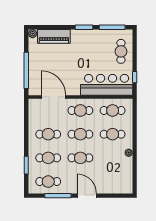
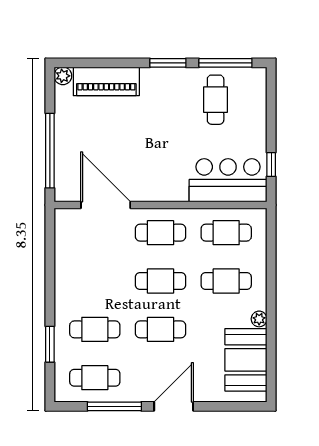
cafe table: (121, 51) -> (216, 100), moved
bar counter: (107, 85) -> (228, 180), width x0.73
cafe table: (48, 134) -> (95, 281), removed
booth: (122, 173) -> (246, 360), added
door: (87, 196) -> (174, 406), hinge flipped

